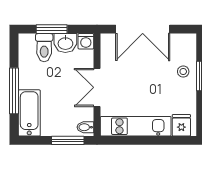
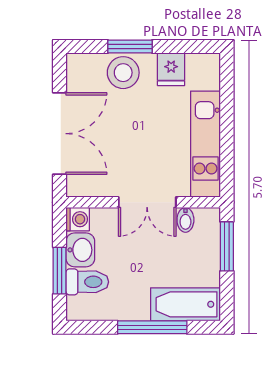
stool: (183, 72) -> (123, 73), width x1.89, depth x1.89
fridge: (181, 125) -> (171, 69), moved, turned -90
bidet: (85, 127) -> (185, 220), moved

